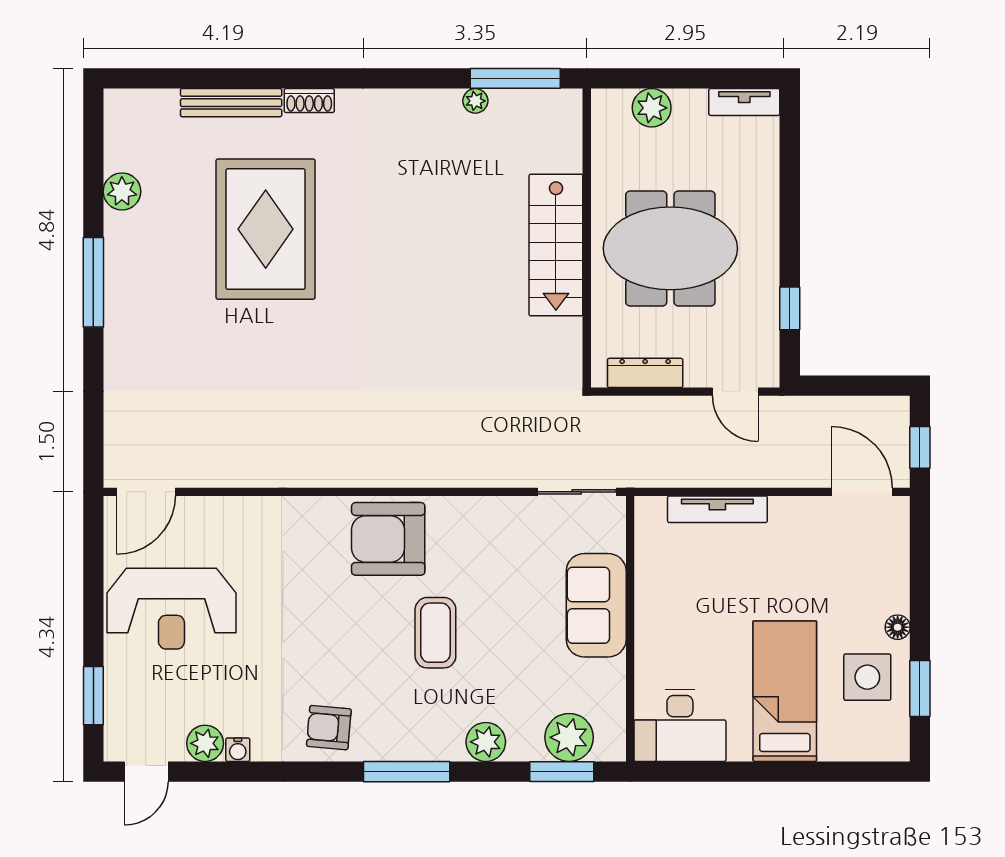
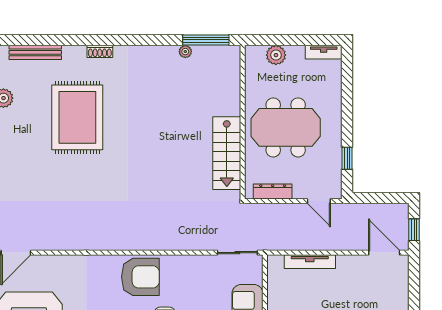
bench: (231, 103) -> (35, 52), moved
stairs: (556, 245) -> (227, 153), moved
armchair: (388, 539) -> (140, 277), turned 180

